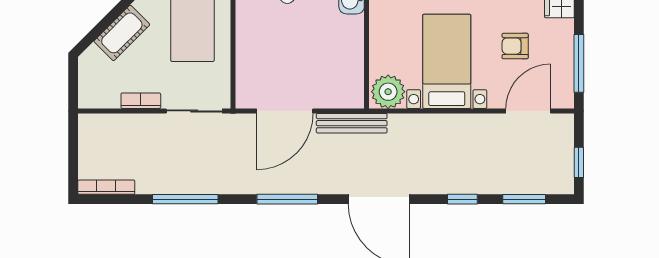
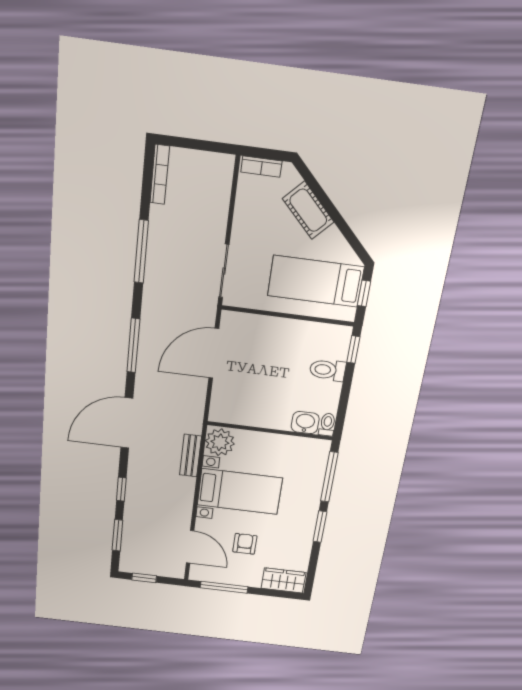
bookcase: (141, 101) -> (261, 167), moved, turned 90
door: (285, 111) -> (214, 353), hinge flipped
bench: (352, 123) -> (191, 456), moved, width x0.73

